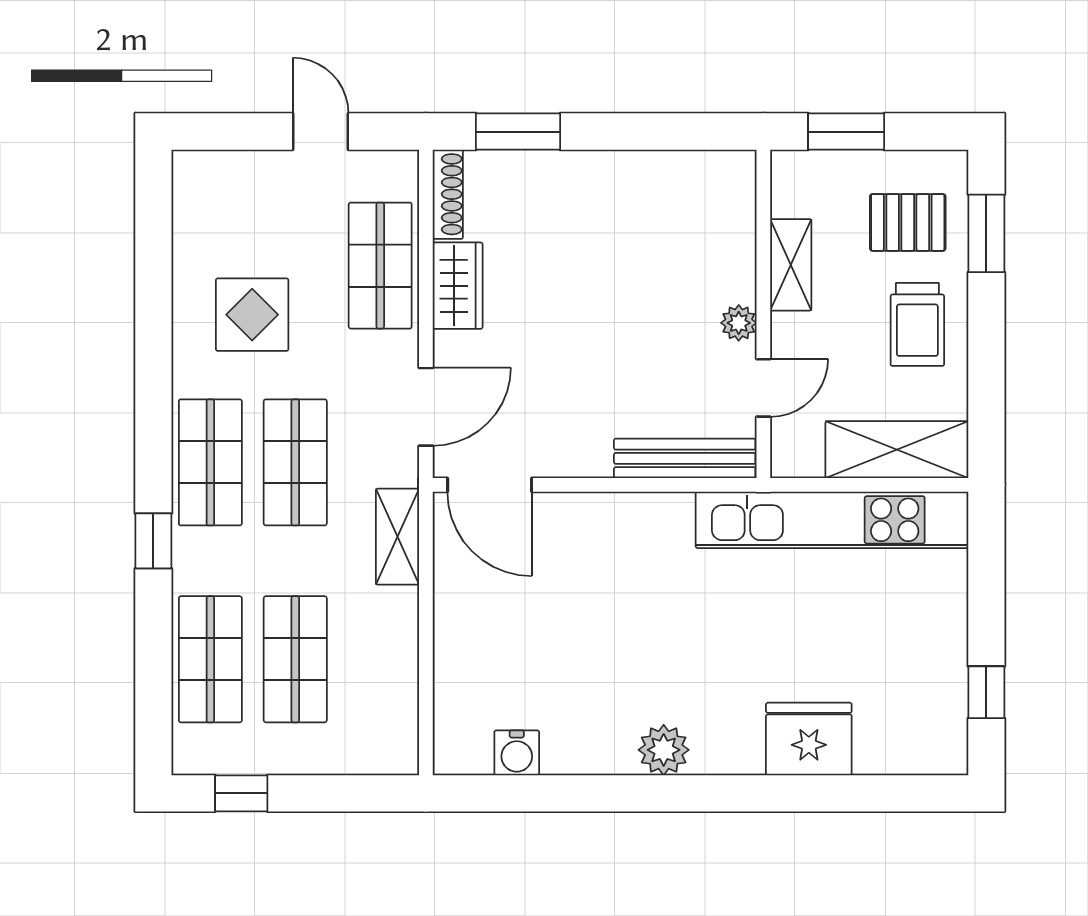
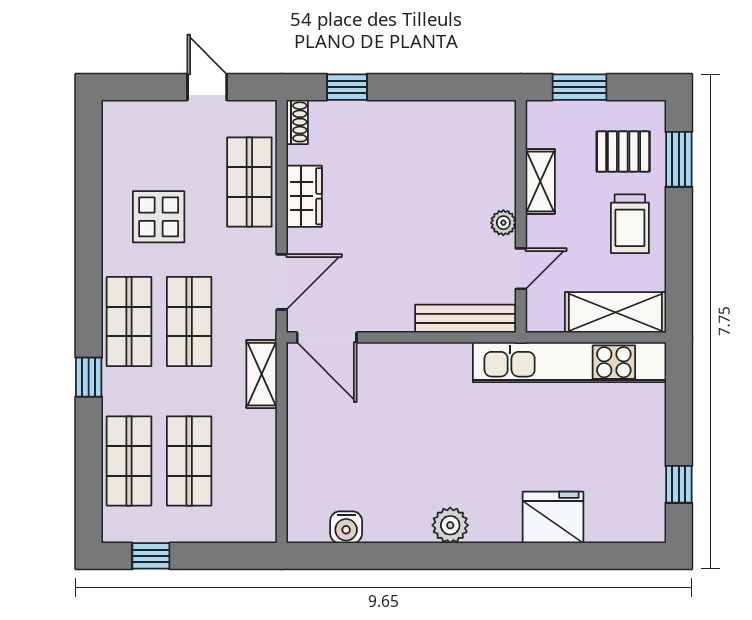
window: (518, 132) -> (347, 87), width x0.67
shoe rack: (448, 194) -> (297, 122), width x0.70

